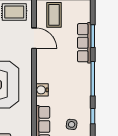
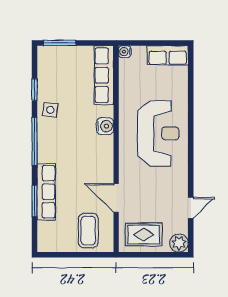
side table: (72, 124) -> (50, 110), moved

